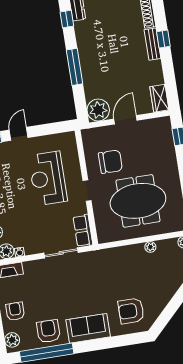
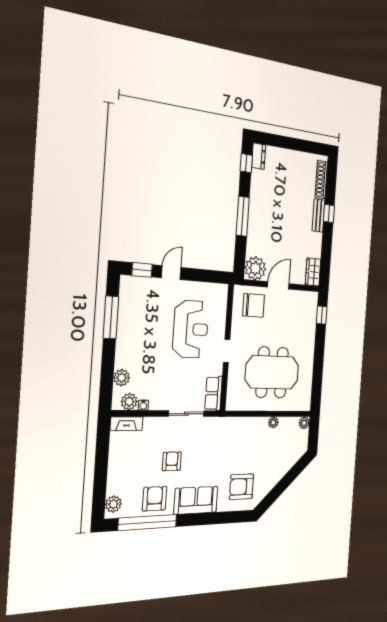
chair: (110, 162) -> (254, 305), moved
reception desk: (48, 178) -> (191, 329), turned 180
armchair: (15, 311) -> (172, 461), moved

